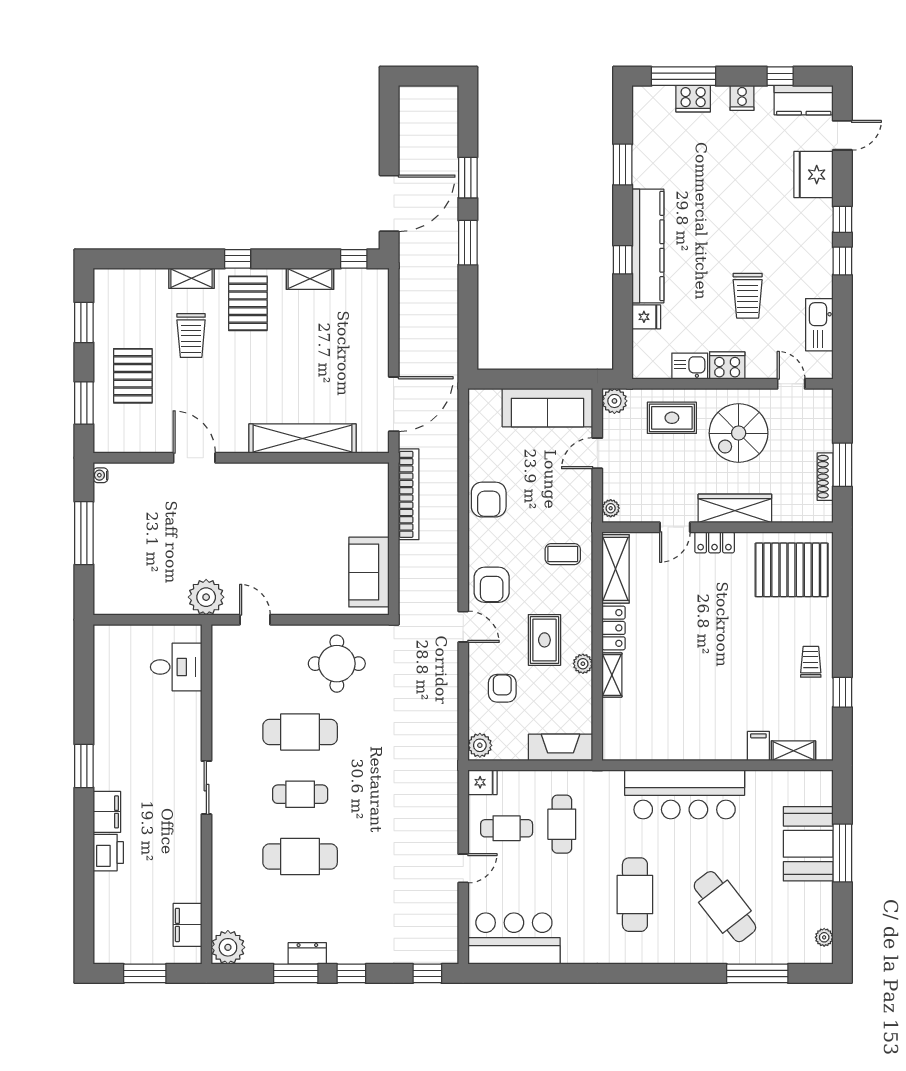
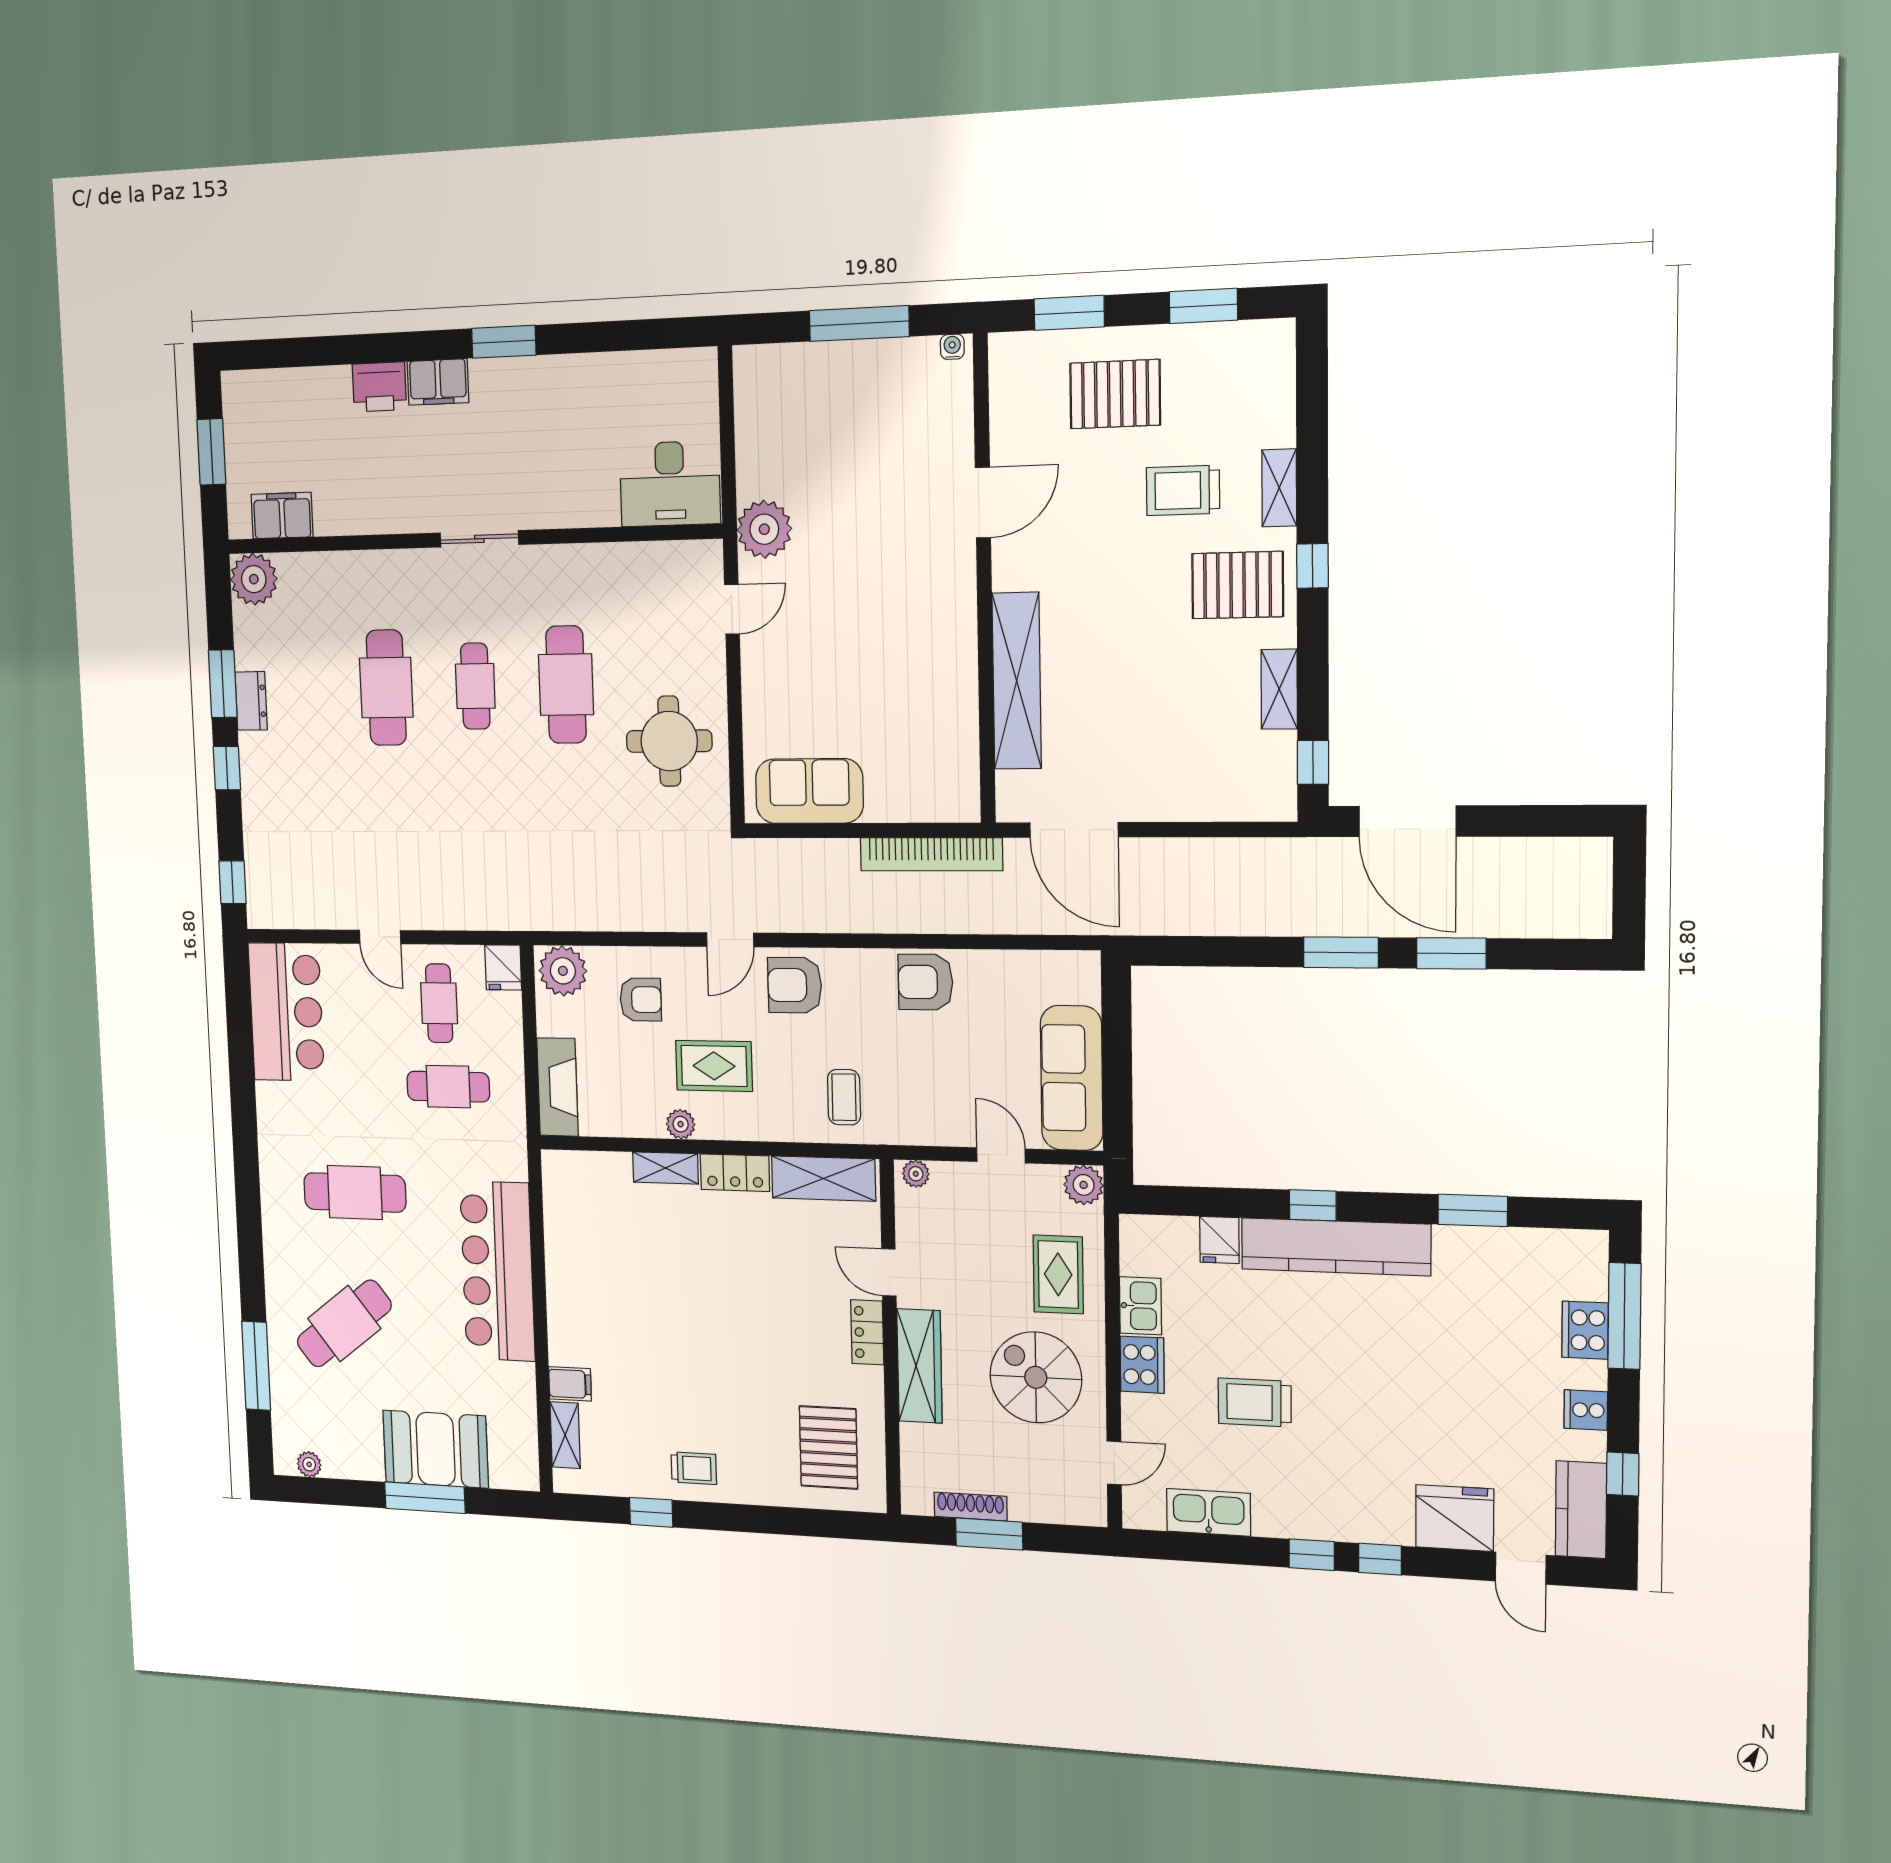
pallet: (792, 570) -> (828, 1447), width x0.73, depth x0.71
desk: (176, 667) -> (670, 484), width x1.37
plant: (480, 745) -> (563, 971), width x1.36, depth x1.36

